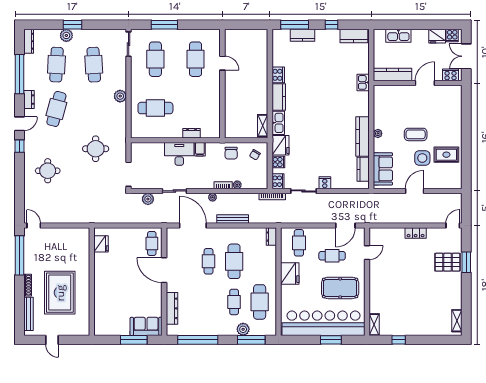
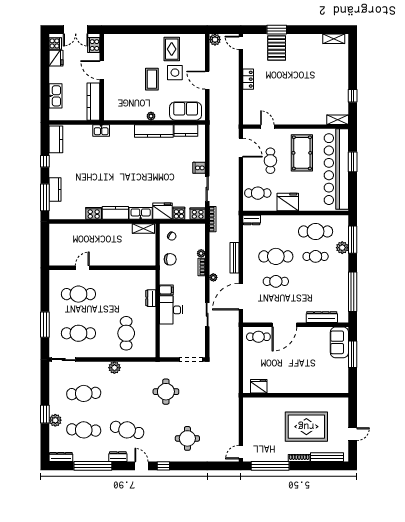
plant: (148, 199) -> (215, 40), moved

